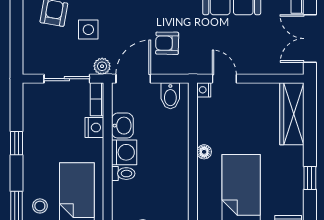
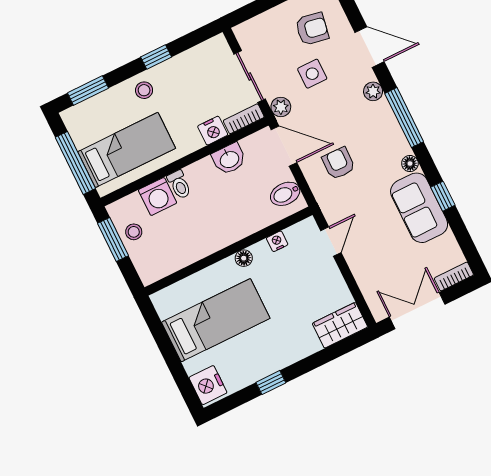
nightstand: (204, 90) -> (277, 241), moved
wardrobe: (292, 114) -> (340, 325), width x0.67
washing machine: (124, 152) -> (158, 196), moved
stool: (40, 206) -> (144, 90), moved

